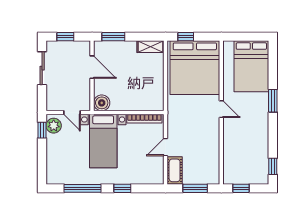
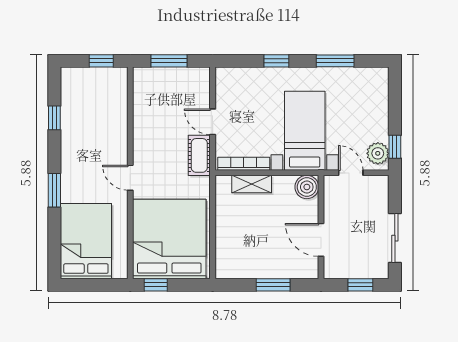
window: (113, 37) -> (273, 285), moved
window: (186, 37) -> (156, 285), moved
shelving: (151, 47) -> (252, 184), moved
door: (166, 147) -> (213, 122), swing flipped
window: (273, 166) -> (54, 118), moved
cot: (175, 170) -> (199, 155), moved
window: (83, 188) -> (335, 61), width x0.69

